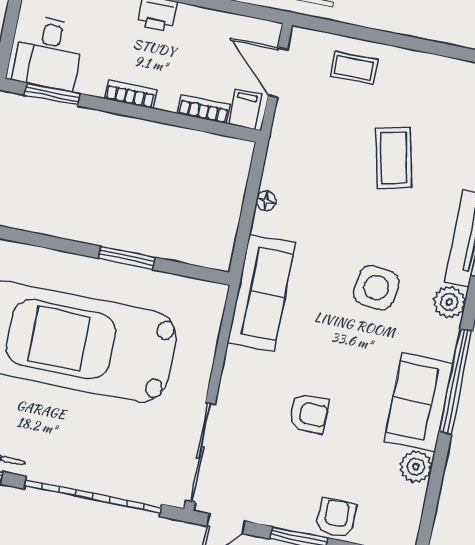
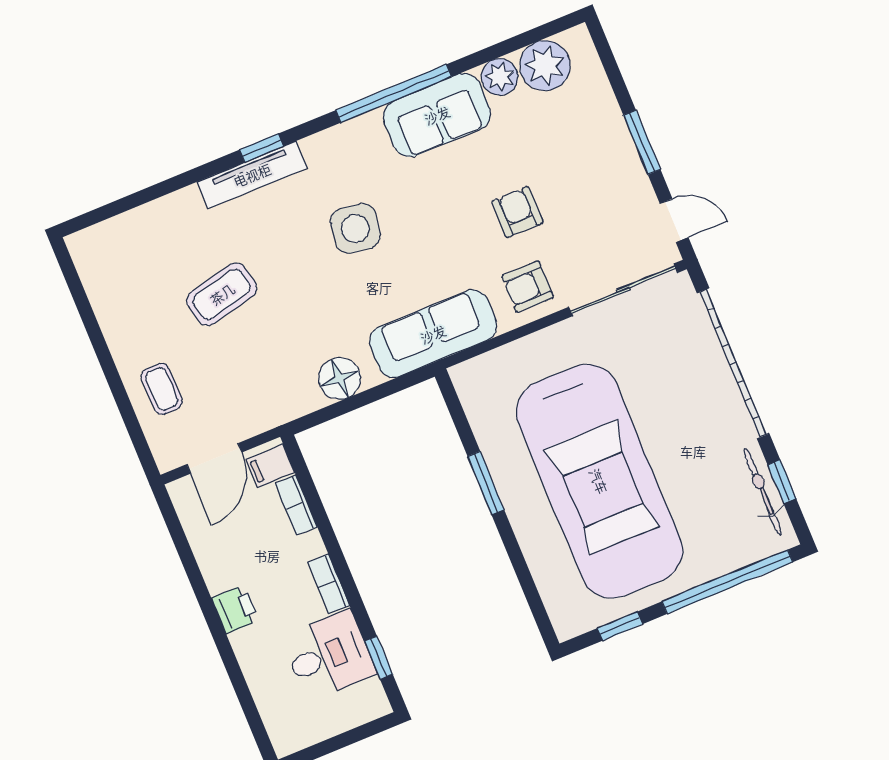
desk: (49, 53) -> (329, 655), moved
window: (52, 94) -> (379, 658), width x0.67
floor lamp: (266, 201) -> (340, 378), width x1.89, depth x1.89
plant: (449, 302) -> (545, 66), moved, width x1.36, depth x1.36
armchair: (336, 518) -> (528, 287), moved

